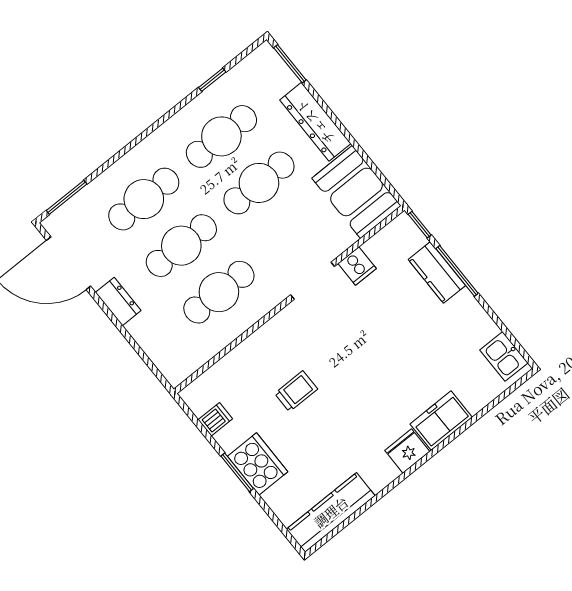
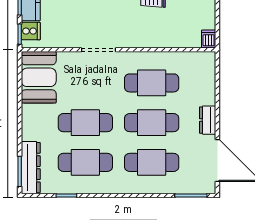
dresser: (315, 122) -> (31, 168), moved
cooker: (357, 266) -> (31, 31), moved, turned 90
dishwasher: (215, 419) -> (209, 39), moved, turned 90

